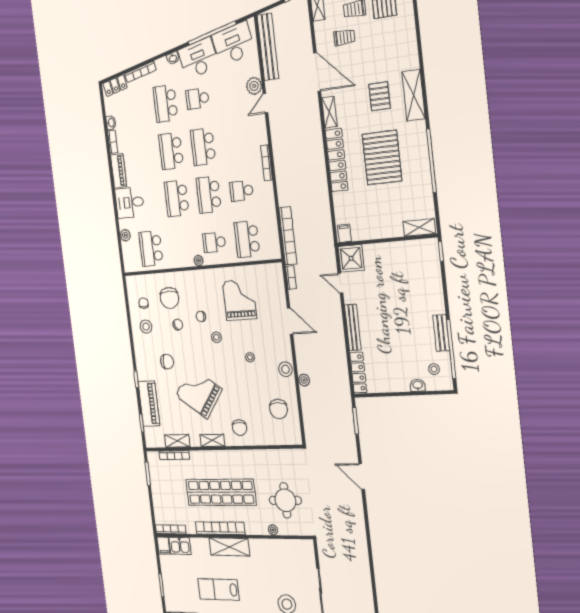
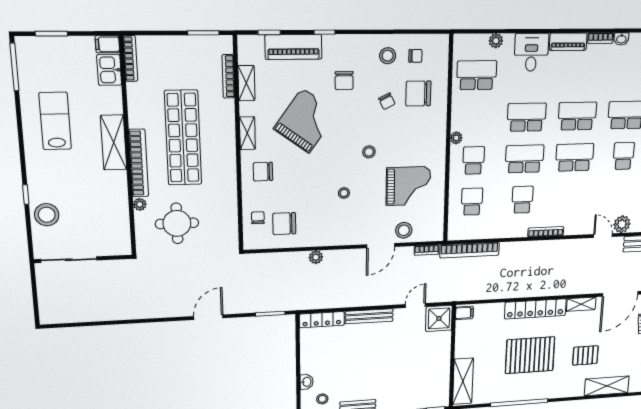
shelving: (414, 95) -> (607, 386), moved
shelving: (419, 228) -> (463, 381), width x1.50, depth x1.33
school desk: (247, 239) -> (472, 202), width x0.54
chair: (201, 316) -> (258, 218), moved
stool: (285, 369) -> (404, 230), moved
bookcase: (220, 528) -> (139, 163), moved

